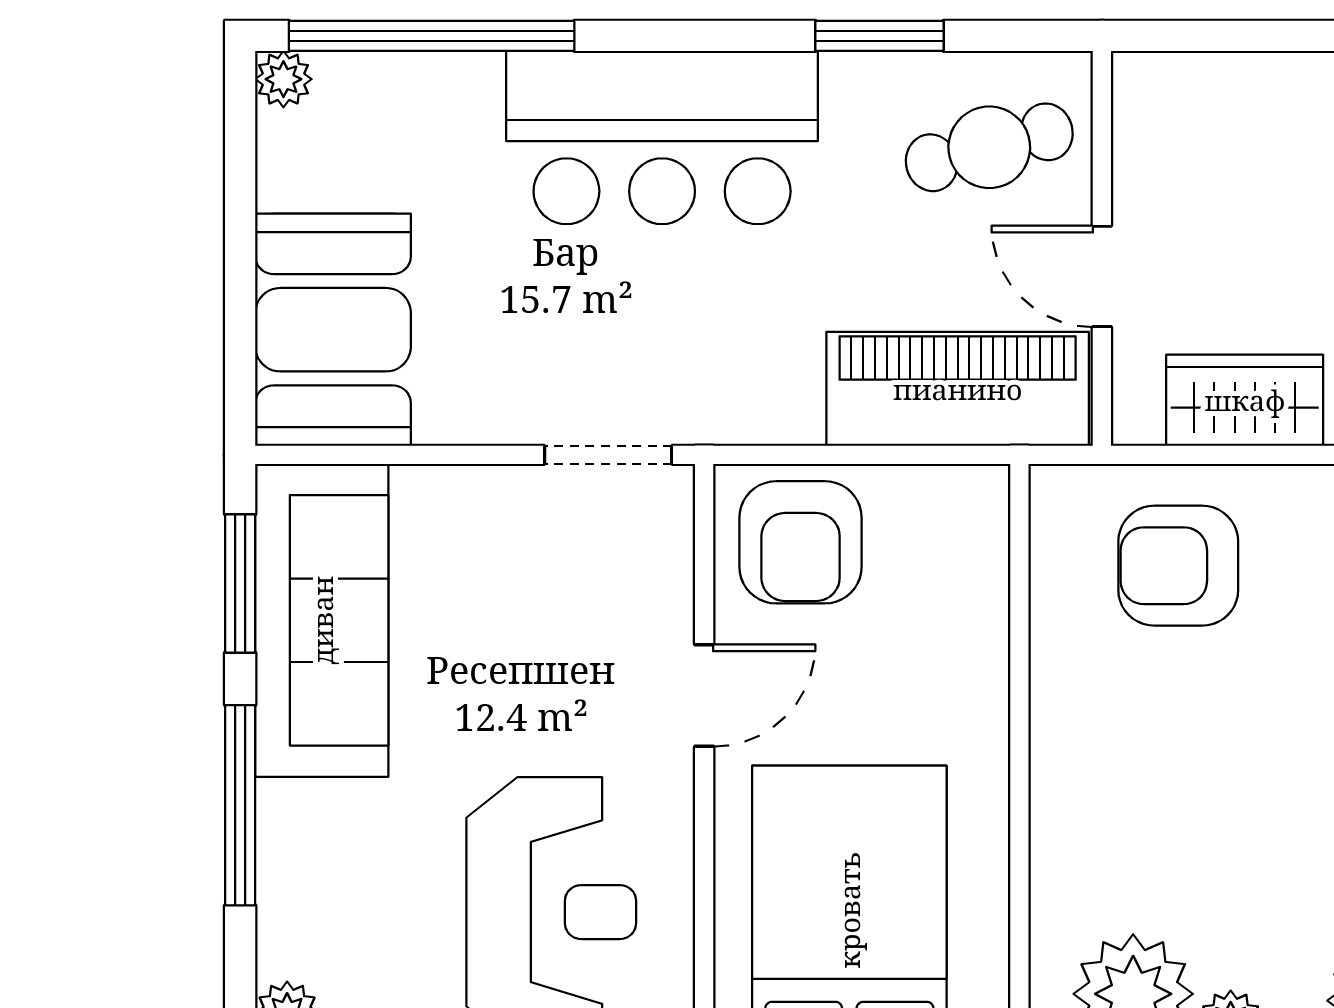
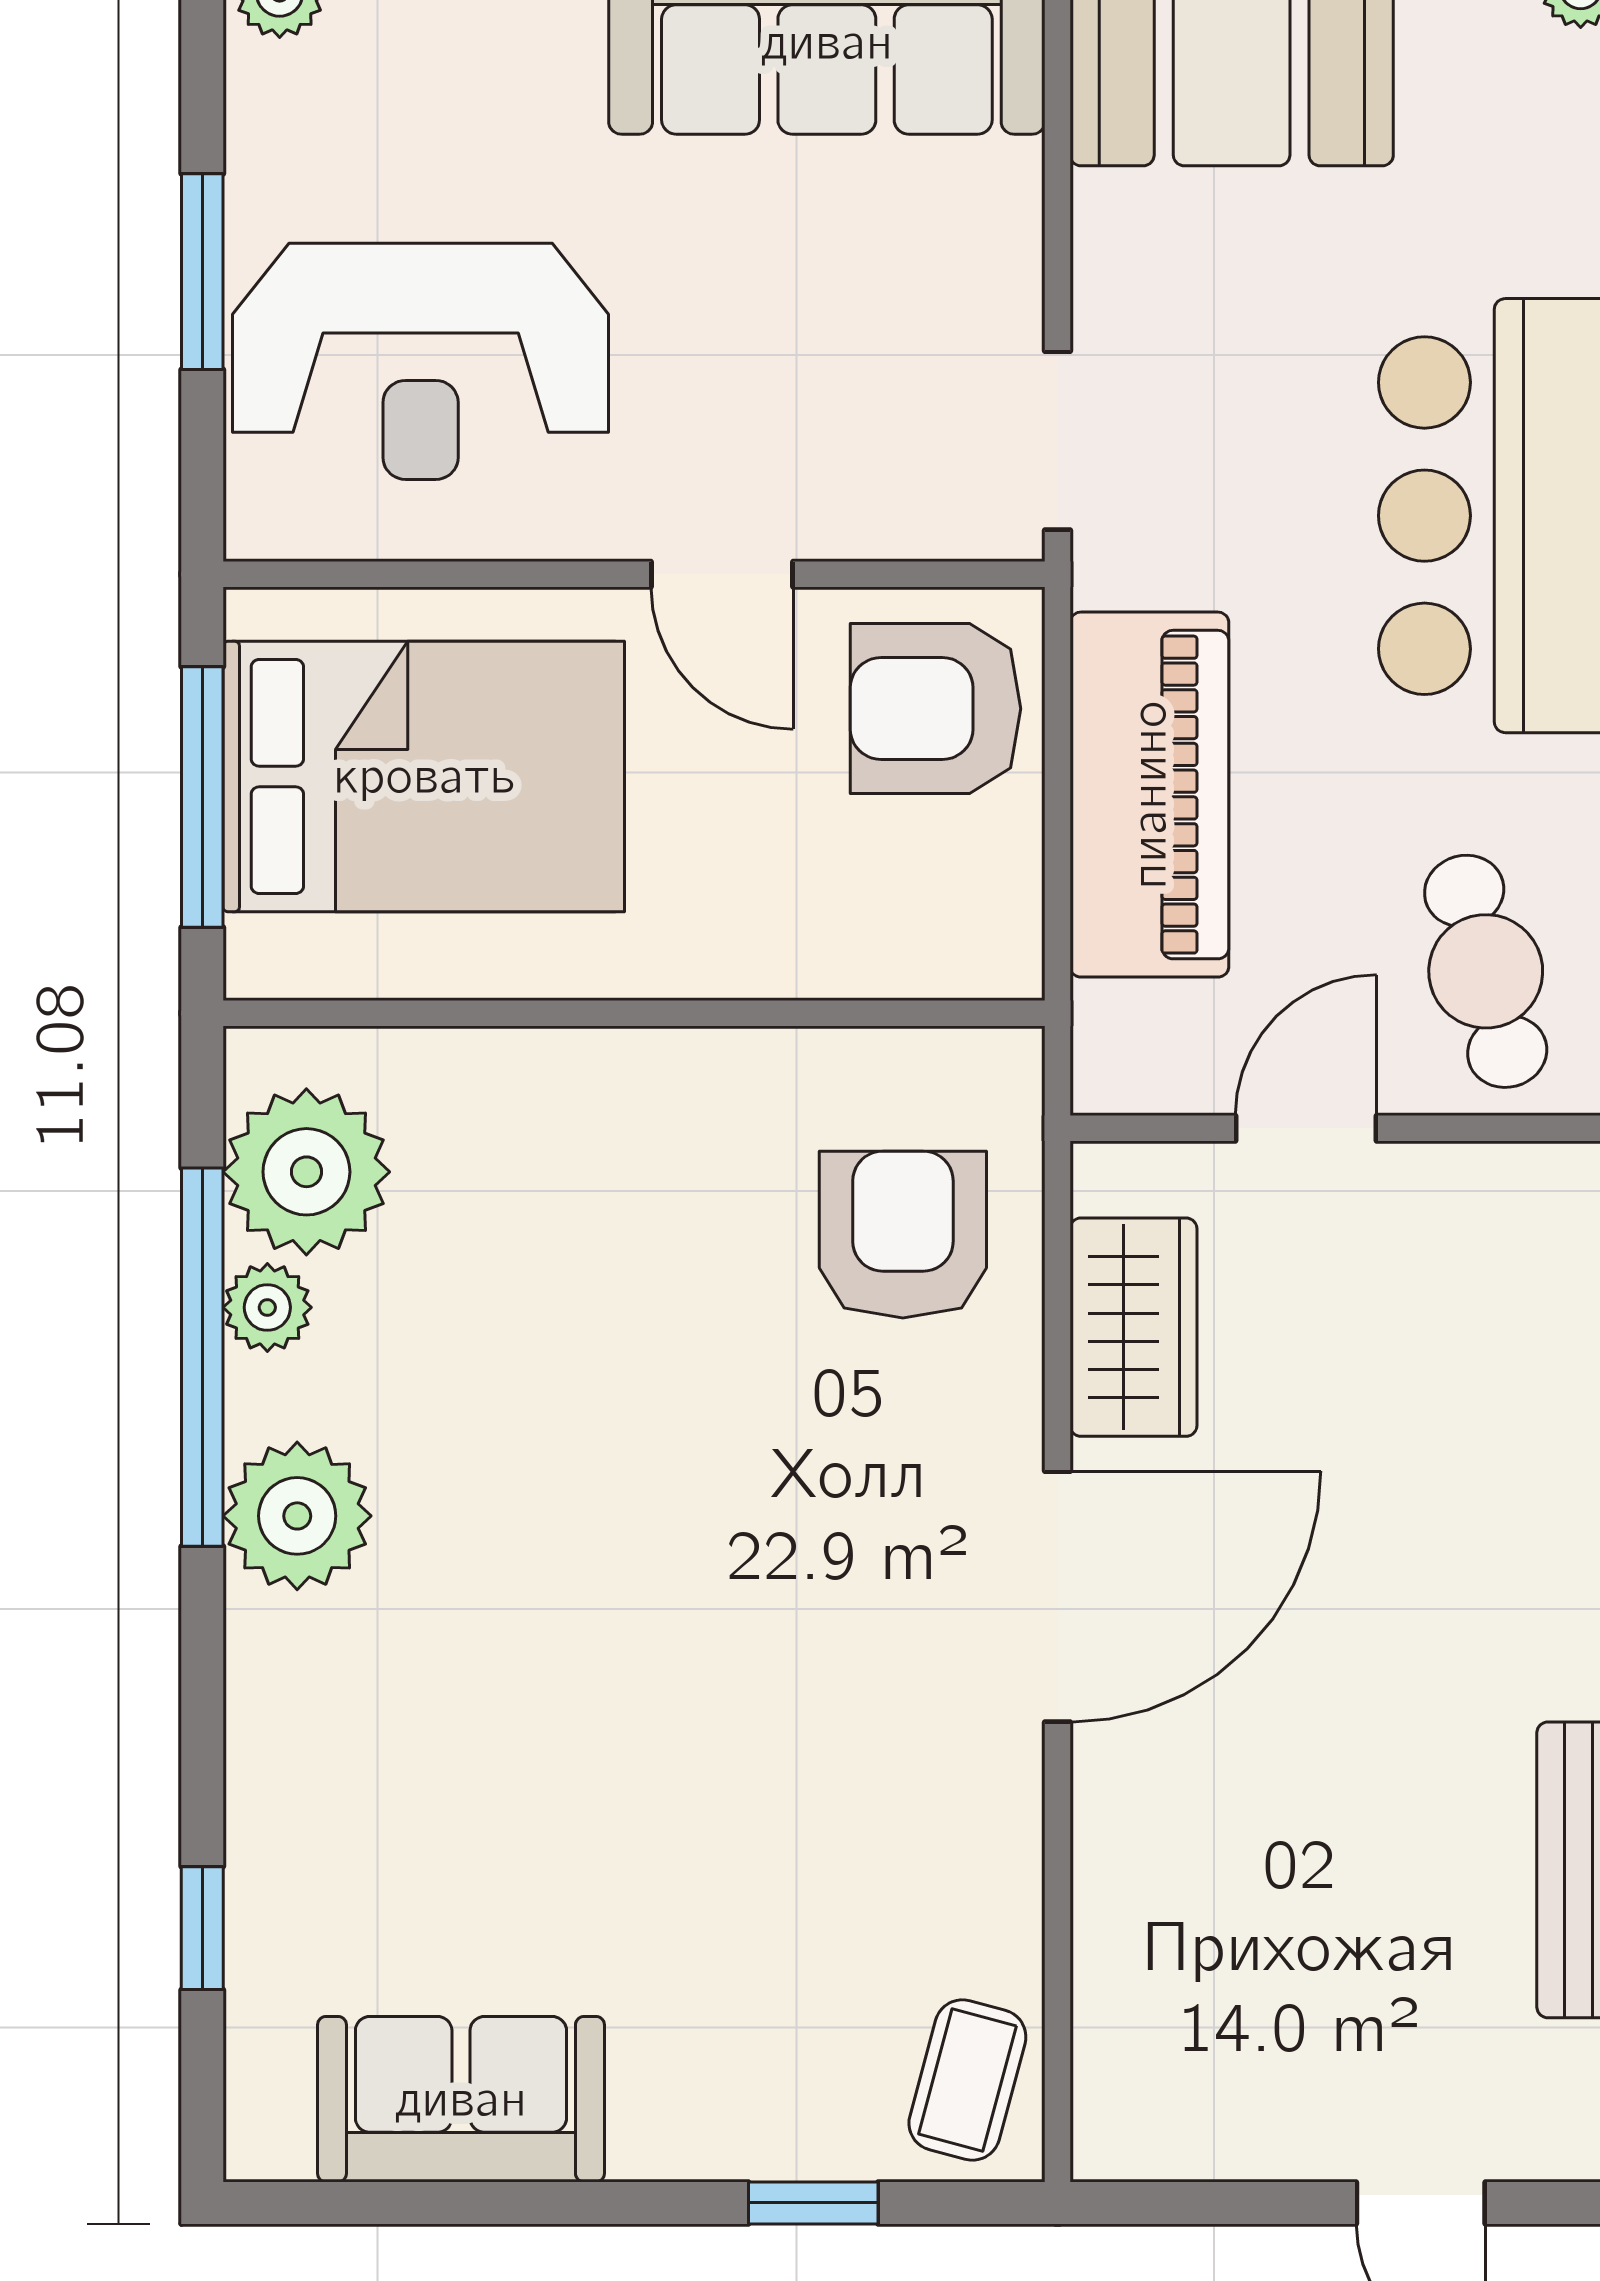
piano: (958, 389) -> (1149, 795), moved

